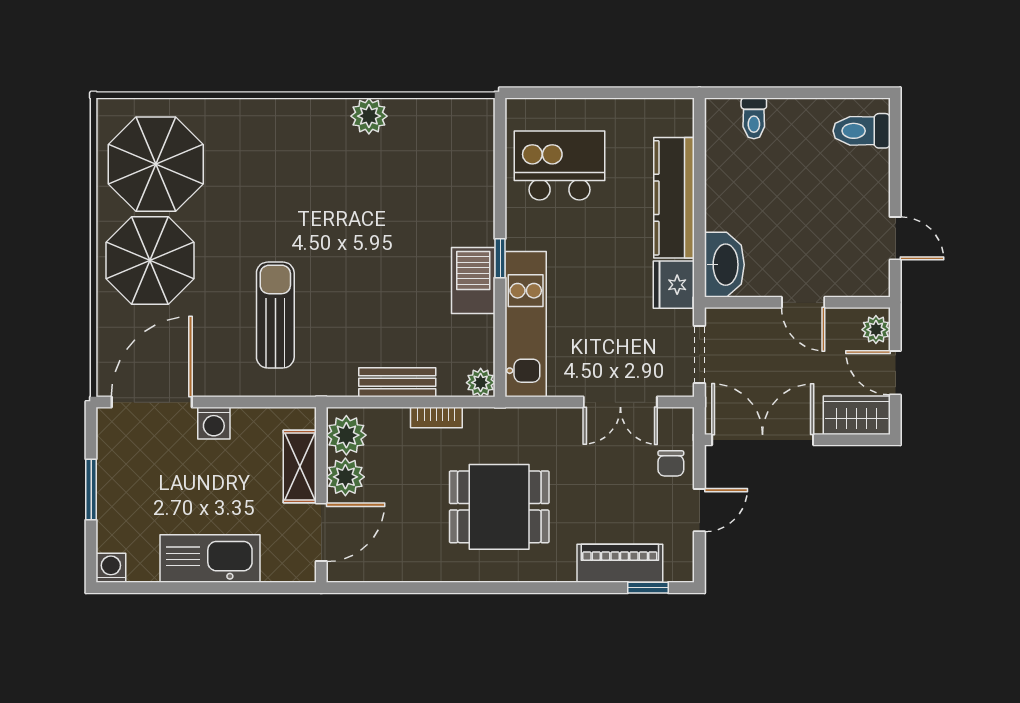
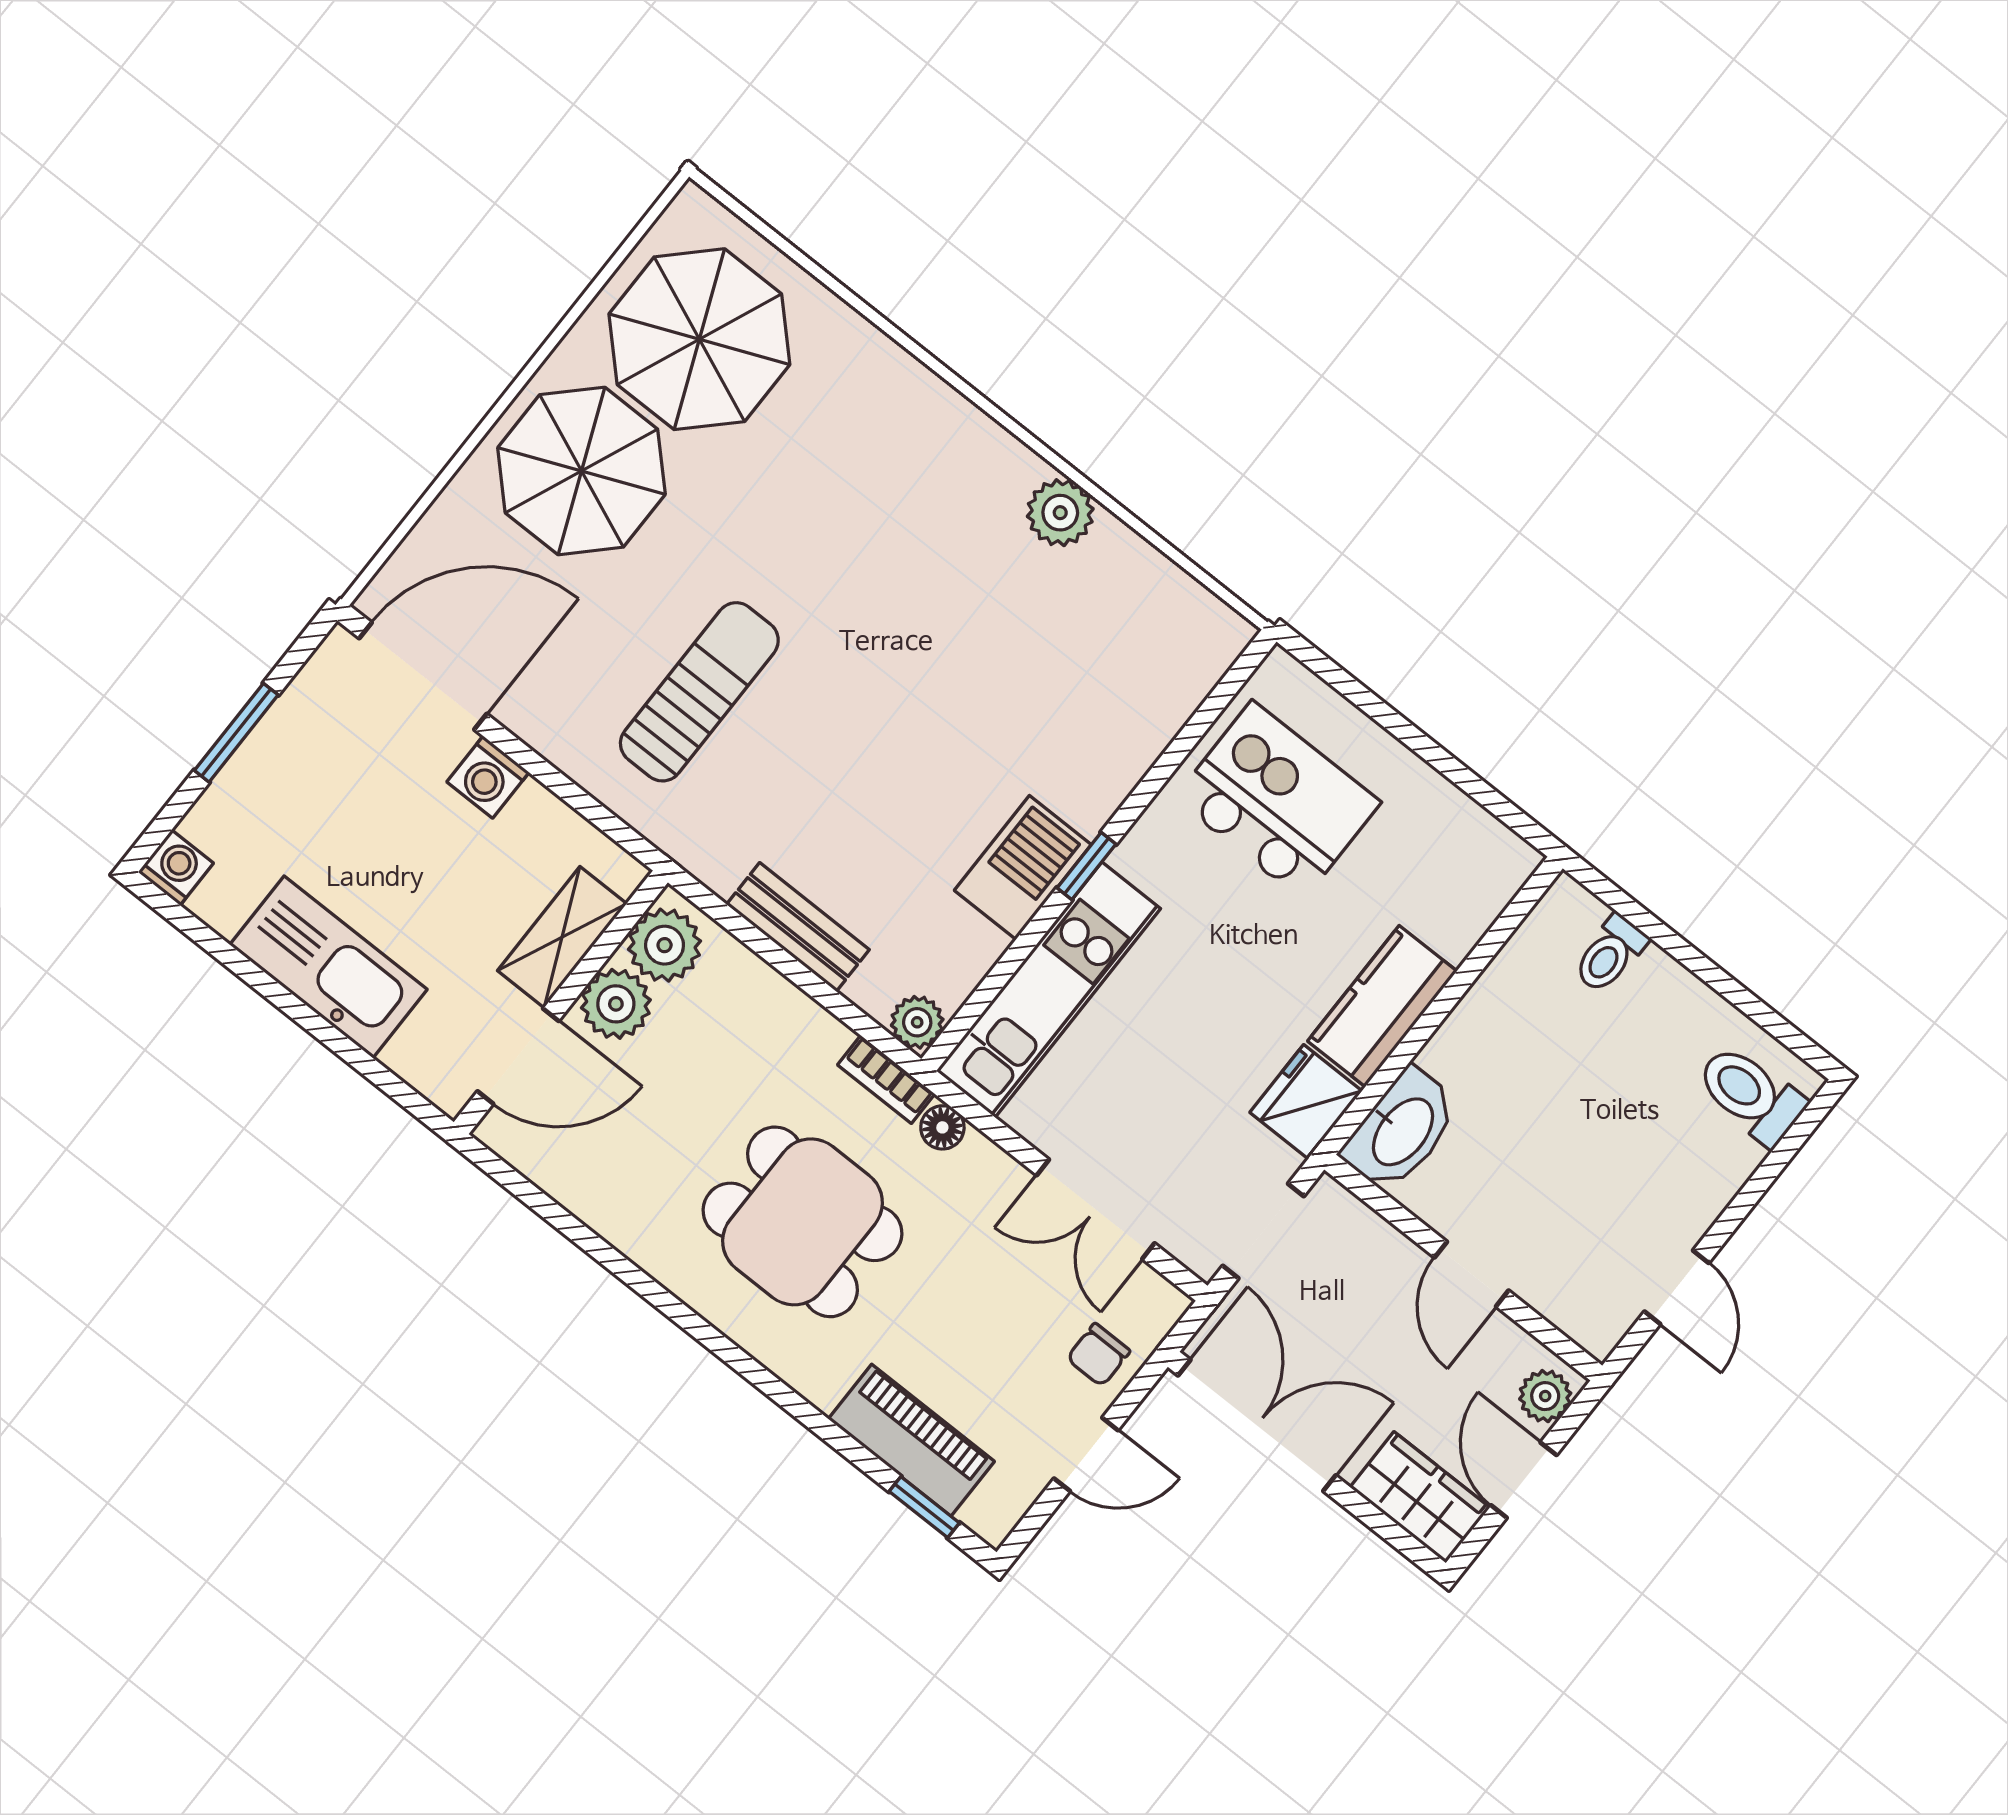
kitchen counter: (674, 198) -> (1382, 1006), width x0.67
bookcase: (436, 417) -> (886, 1079), moved
floor lamp: (527, 419) -> (942, 1127), added

